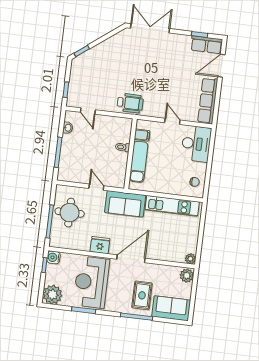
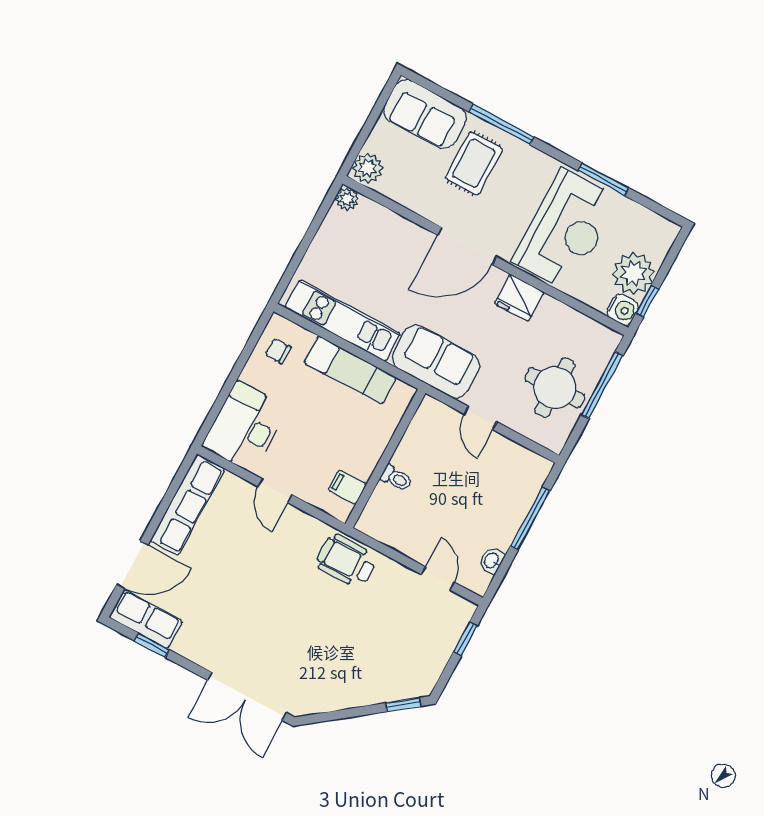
exam couch: (139, 162) -> (350, 370), moved, turned -90
plant: (52, 295) -> (634, 273), moved

